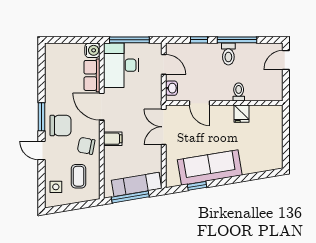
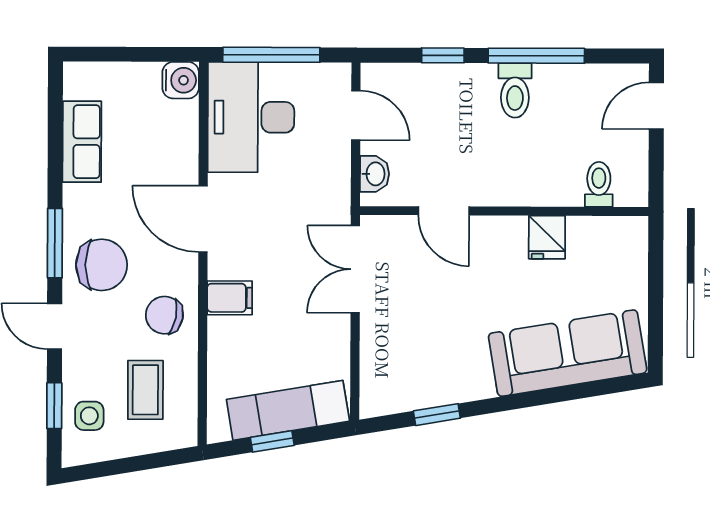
row of seats: (92, 75) -> (82, 142), moved, turned 180
toilet: (239, 92) -> (599, 184), moved
sofa: (210, 167) -> (568, 353), moved
window: (42, 183) -> (54, 406), added
window: (130, 197) -> (272, 441), width x0.46

